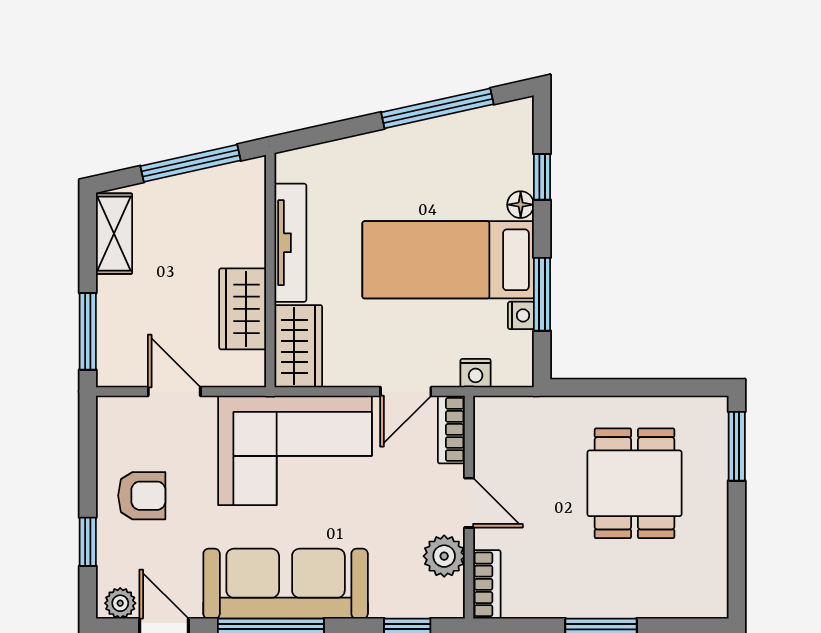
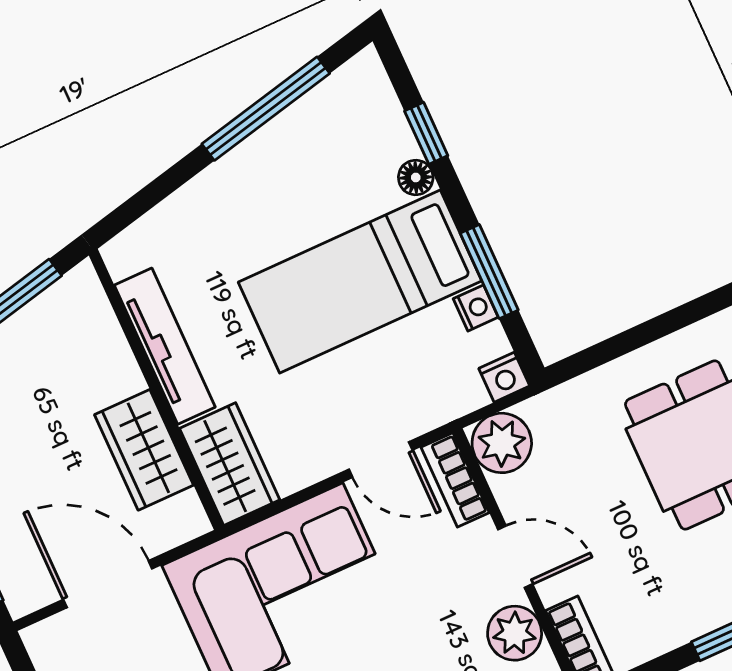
nightstand: (476, 373) -> (504, 377), moved
door: (174, 391) -> (108, 584), width x1.38
door: (406, 391) -> (381, 460), hinge flipped
plant: (496, 418) -> (502, 443), added

